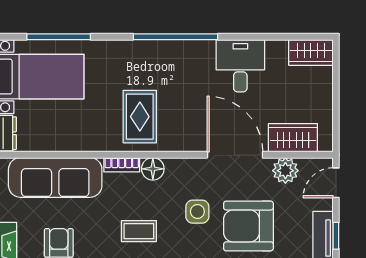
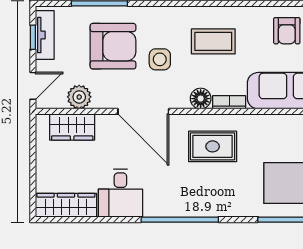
wardrobe: (311, 52) -> (66, 205), width x1.50
rug: (140, 117) -> (213, 146), turned 90
door: (235, 155) -> (143, 111), moved
coffee table: (139, 231) -> (213, 41), width x1.36, depth x1.30

